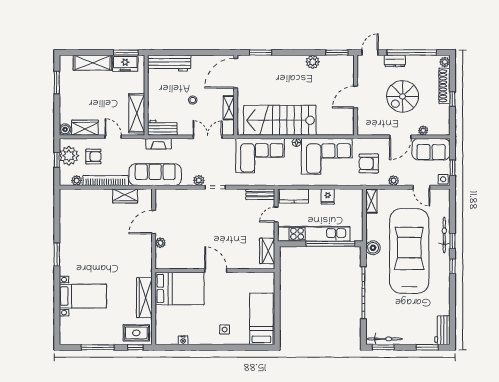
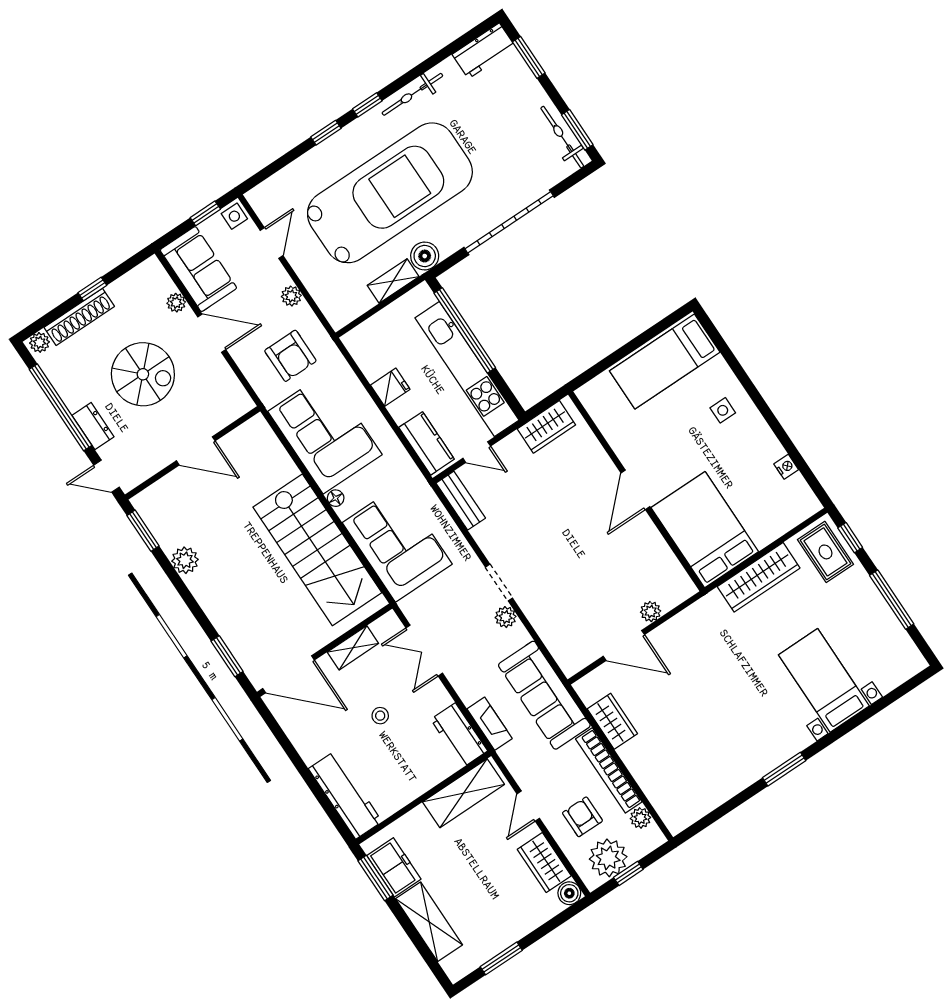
shelving: (371, 201) -> (393, 281), moved
bicycle: (444, 235) -> (412, 94), moved
car: (409, 251) -> (390, 193), turned 180

